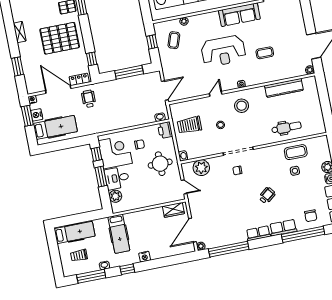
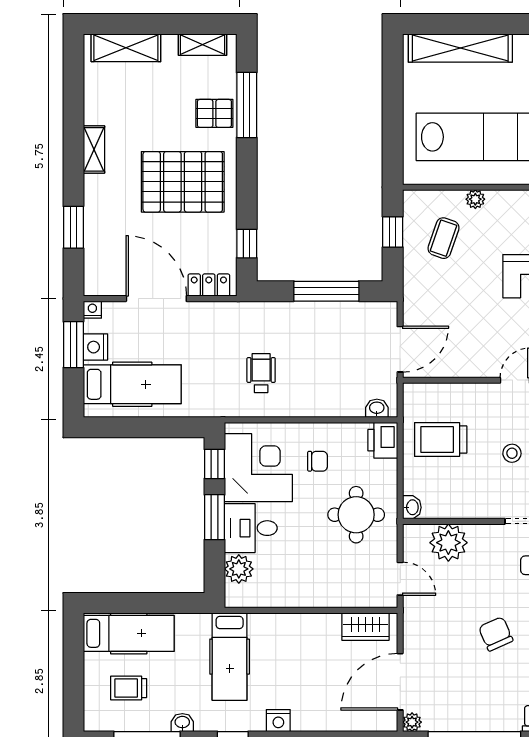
wheelchair: (89, 99) -> (261, 373), moved
chair: (229, 202) -> (496, 634), added

